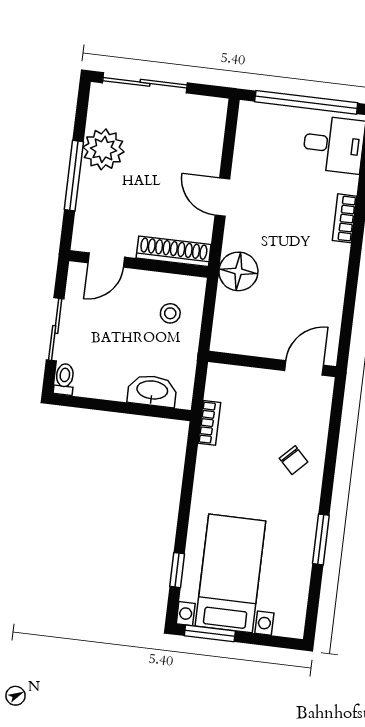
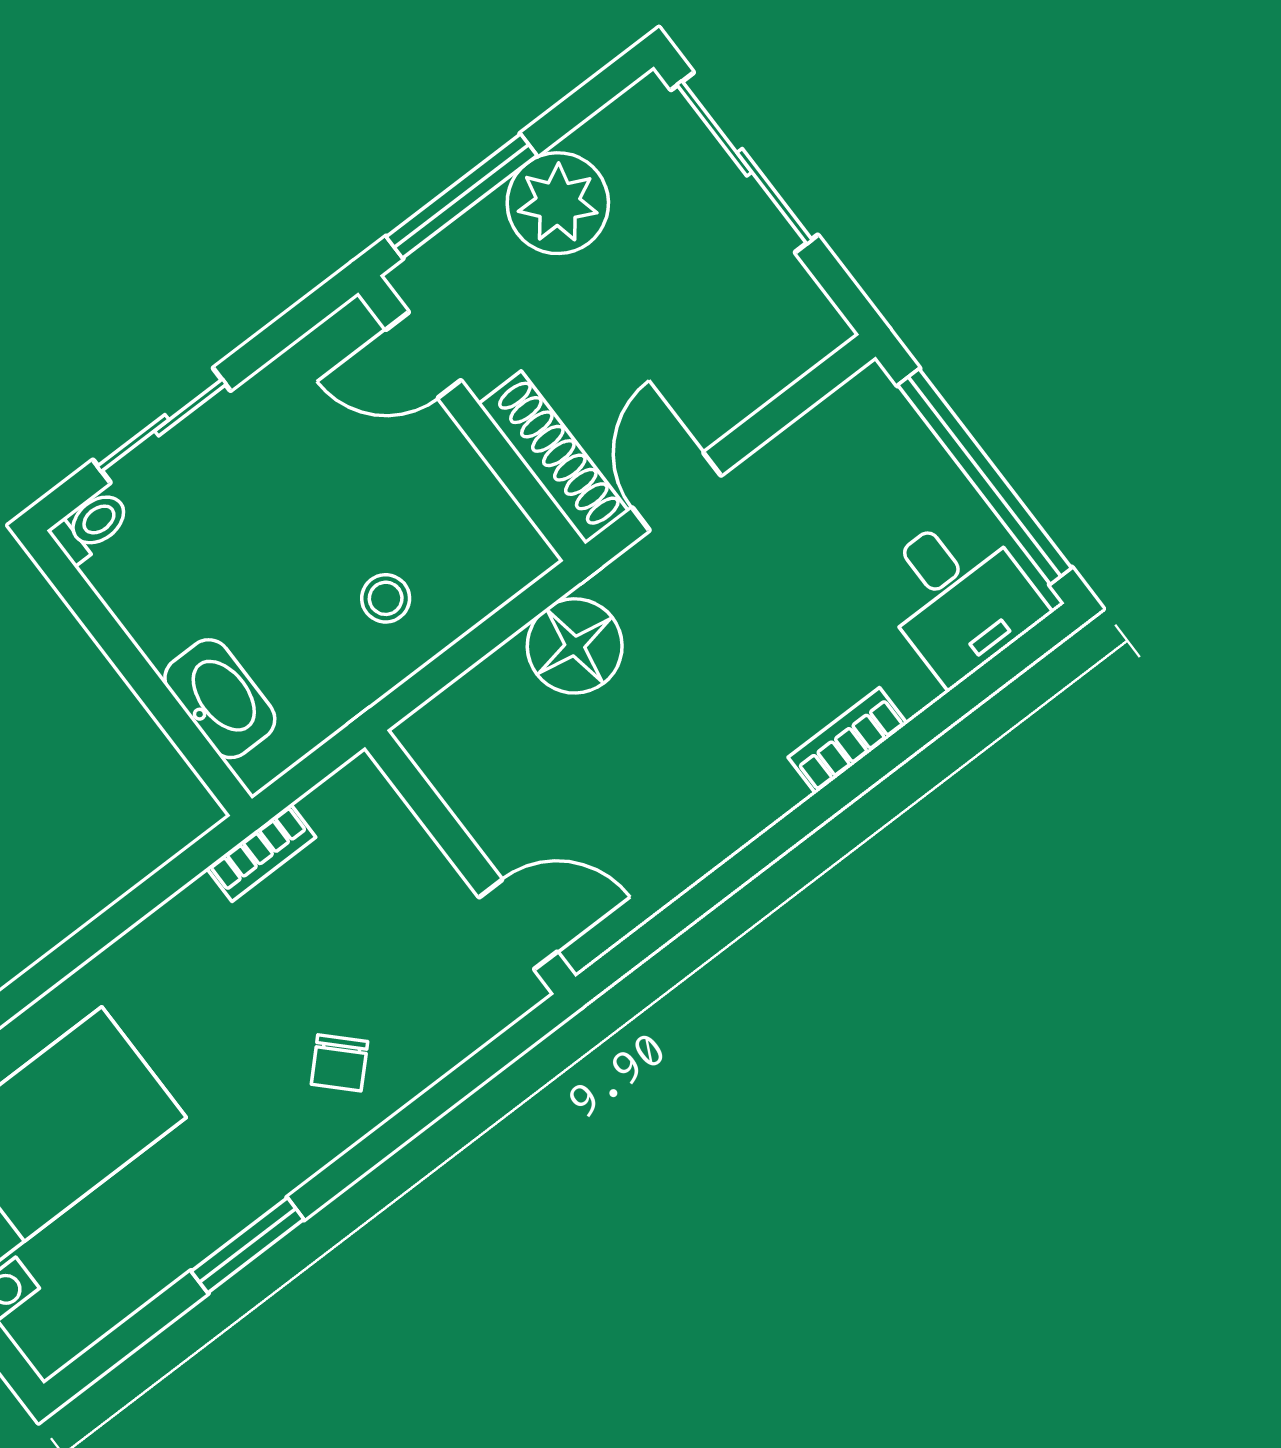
shoe rack: (174, 251) -> (553, 457), moved
door: (106, 260) -> (423, 355), moved
wall: (139, 264) -> (472, 418), moved

